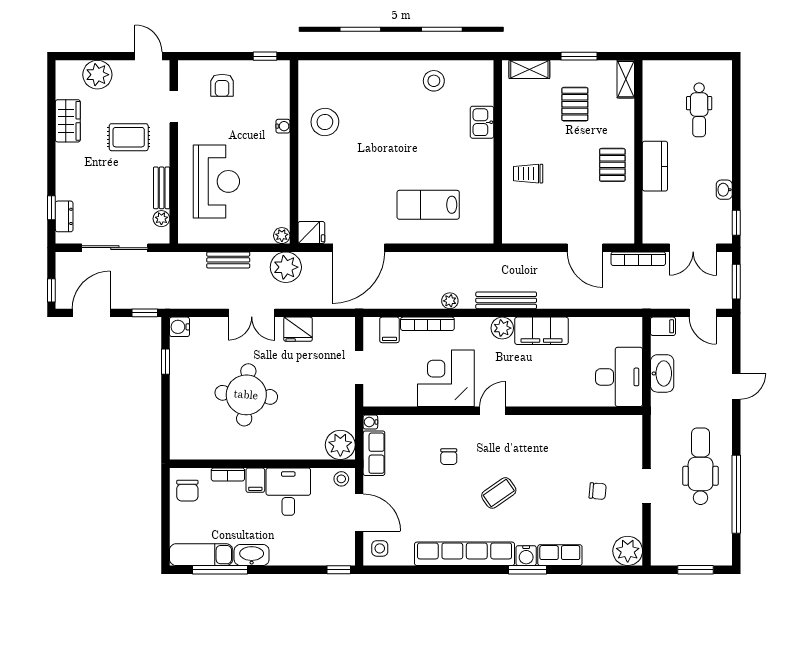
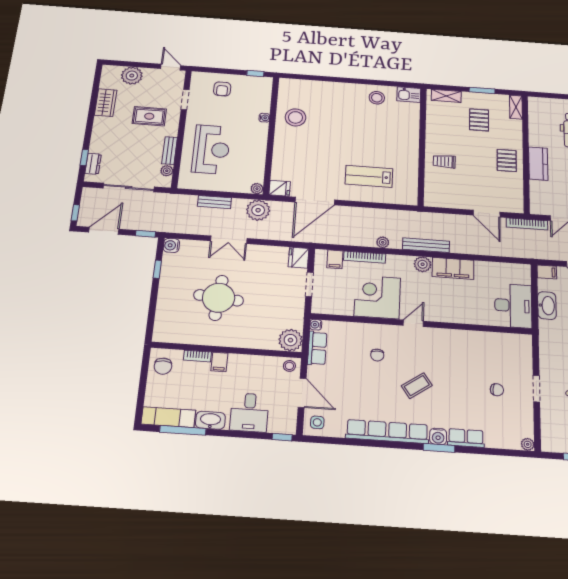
kitchen sink: (482, 122) -> (409, 95), moved, turned -90
fridge: (298, 329) -> (299, 258), moved, turned 90
desk: (288, 492) -> (249, 412), moved, turned 180
plant: (628, 551) -> (528, 444), width x0.53, depth x0.53

